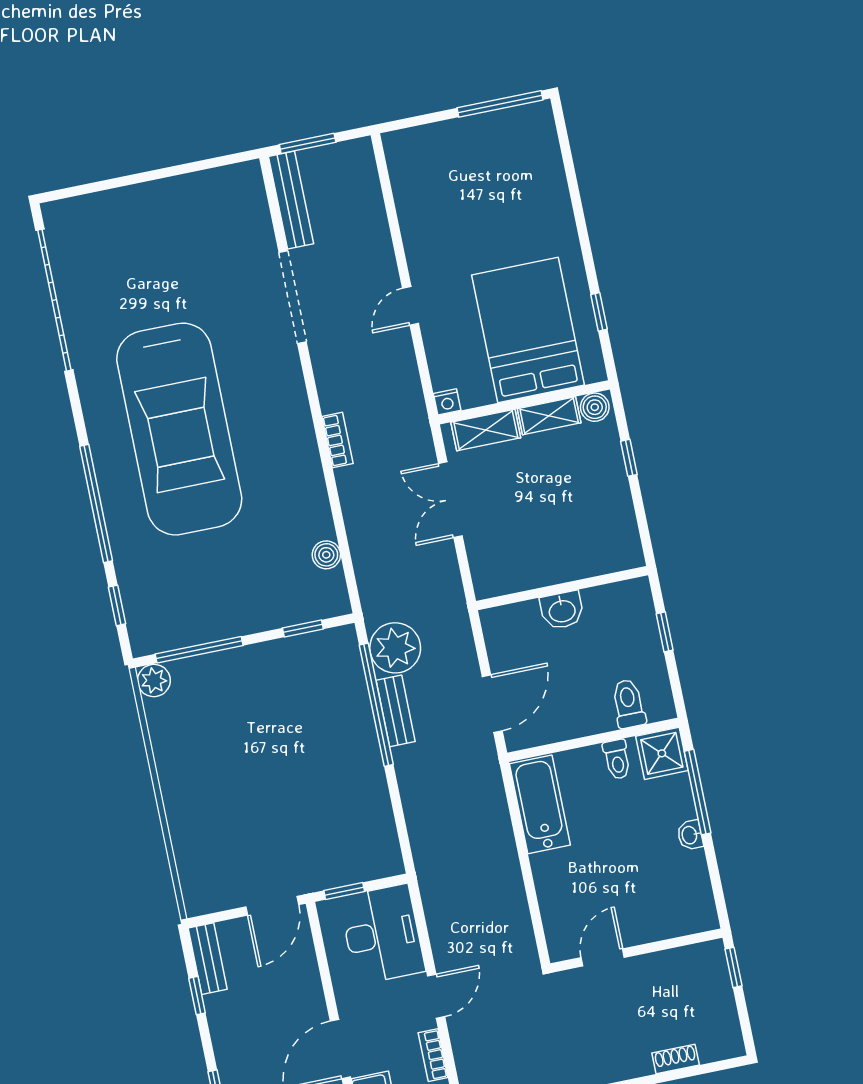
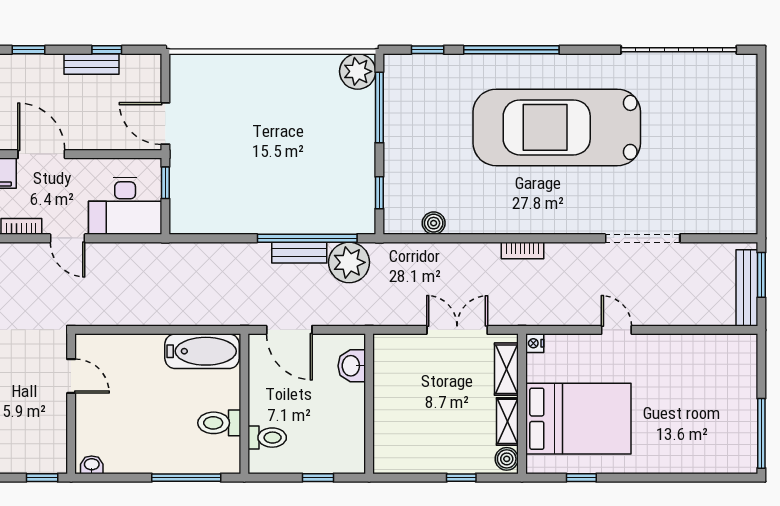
bench: (291, 200) -> (747, 288), moved, turned 90
washbasin: (562, 610) -> (352, 366), moved
plant: (154, 680) -> (358, 71), width x1.36, depth x1.36
shower: (662, 753) -> (223, 456), removed
toilet: (617, 759) -> (219, 423), width x1.37, depth x1.39
washbasin: (690, 835) -> (92, 465), moved
bench: (208, 959) -> (92, 64), moved

